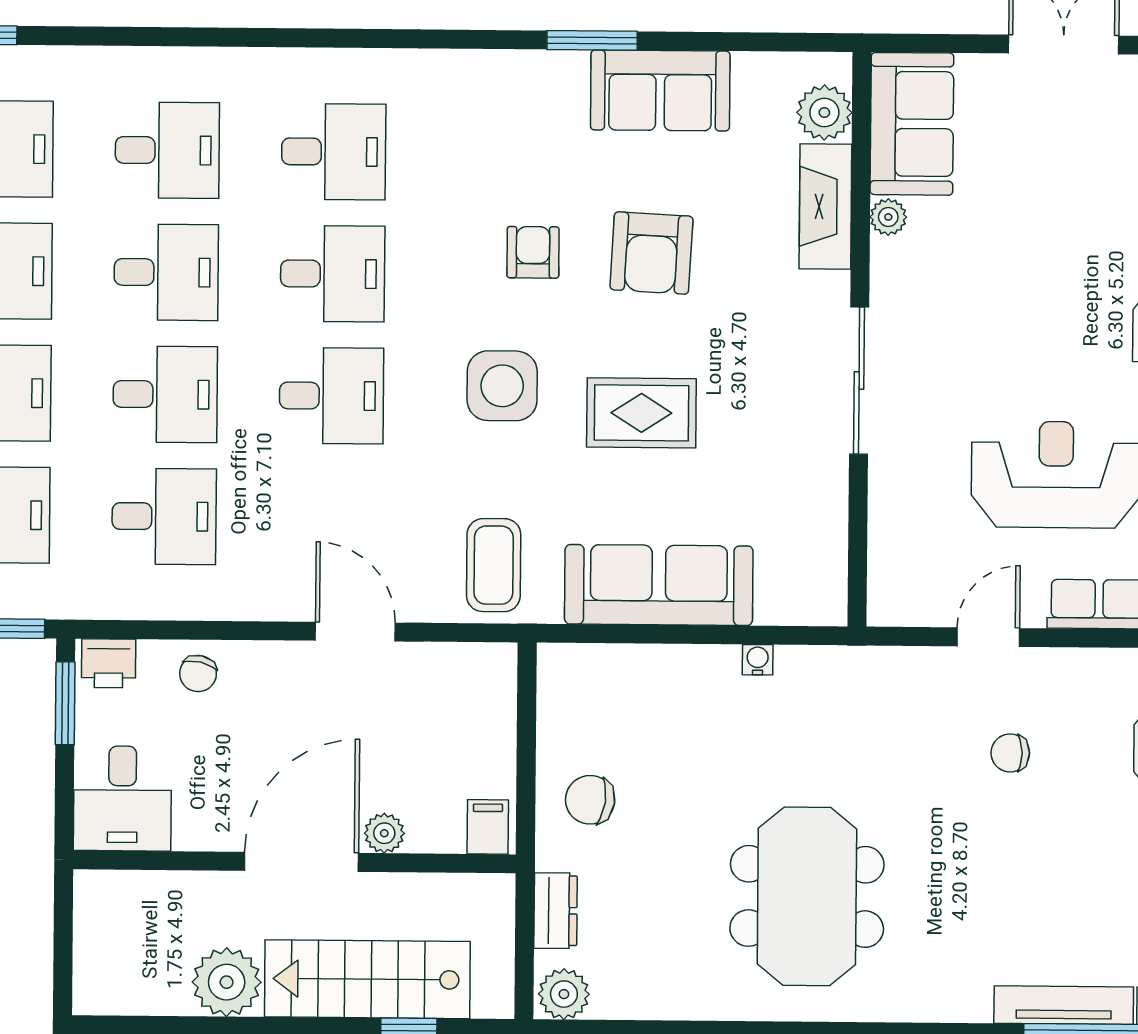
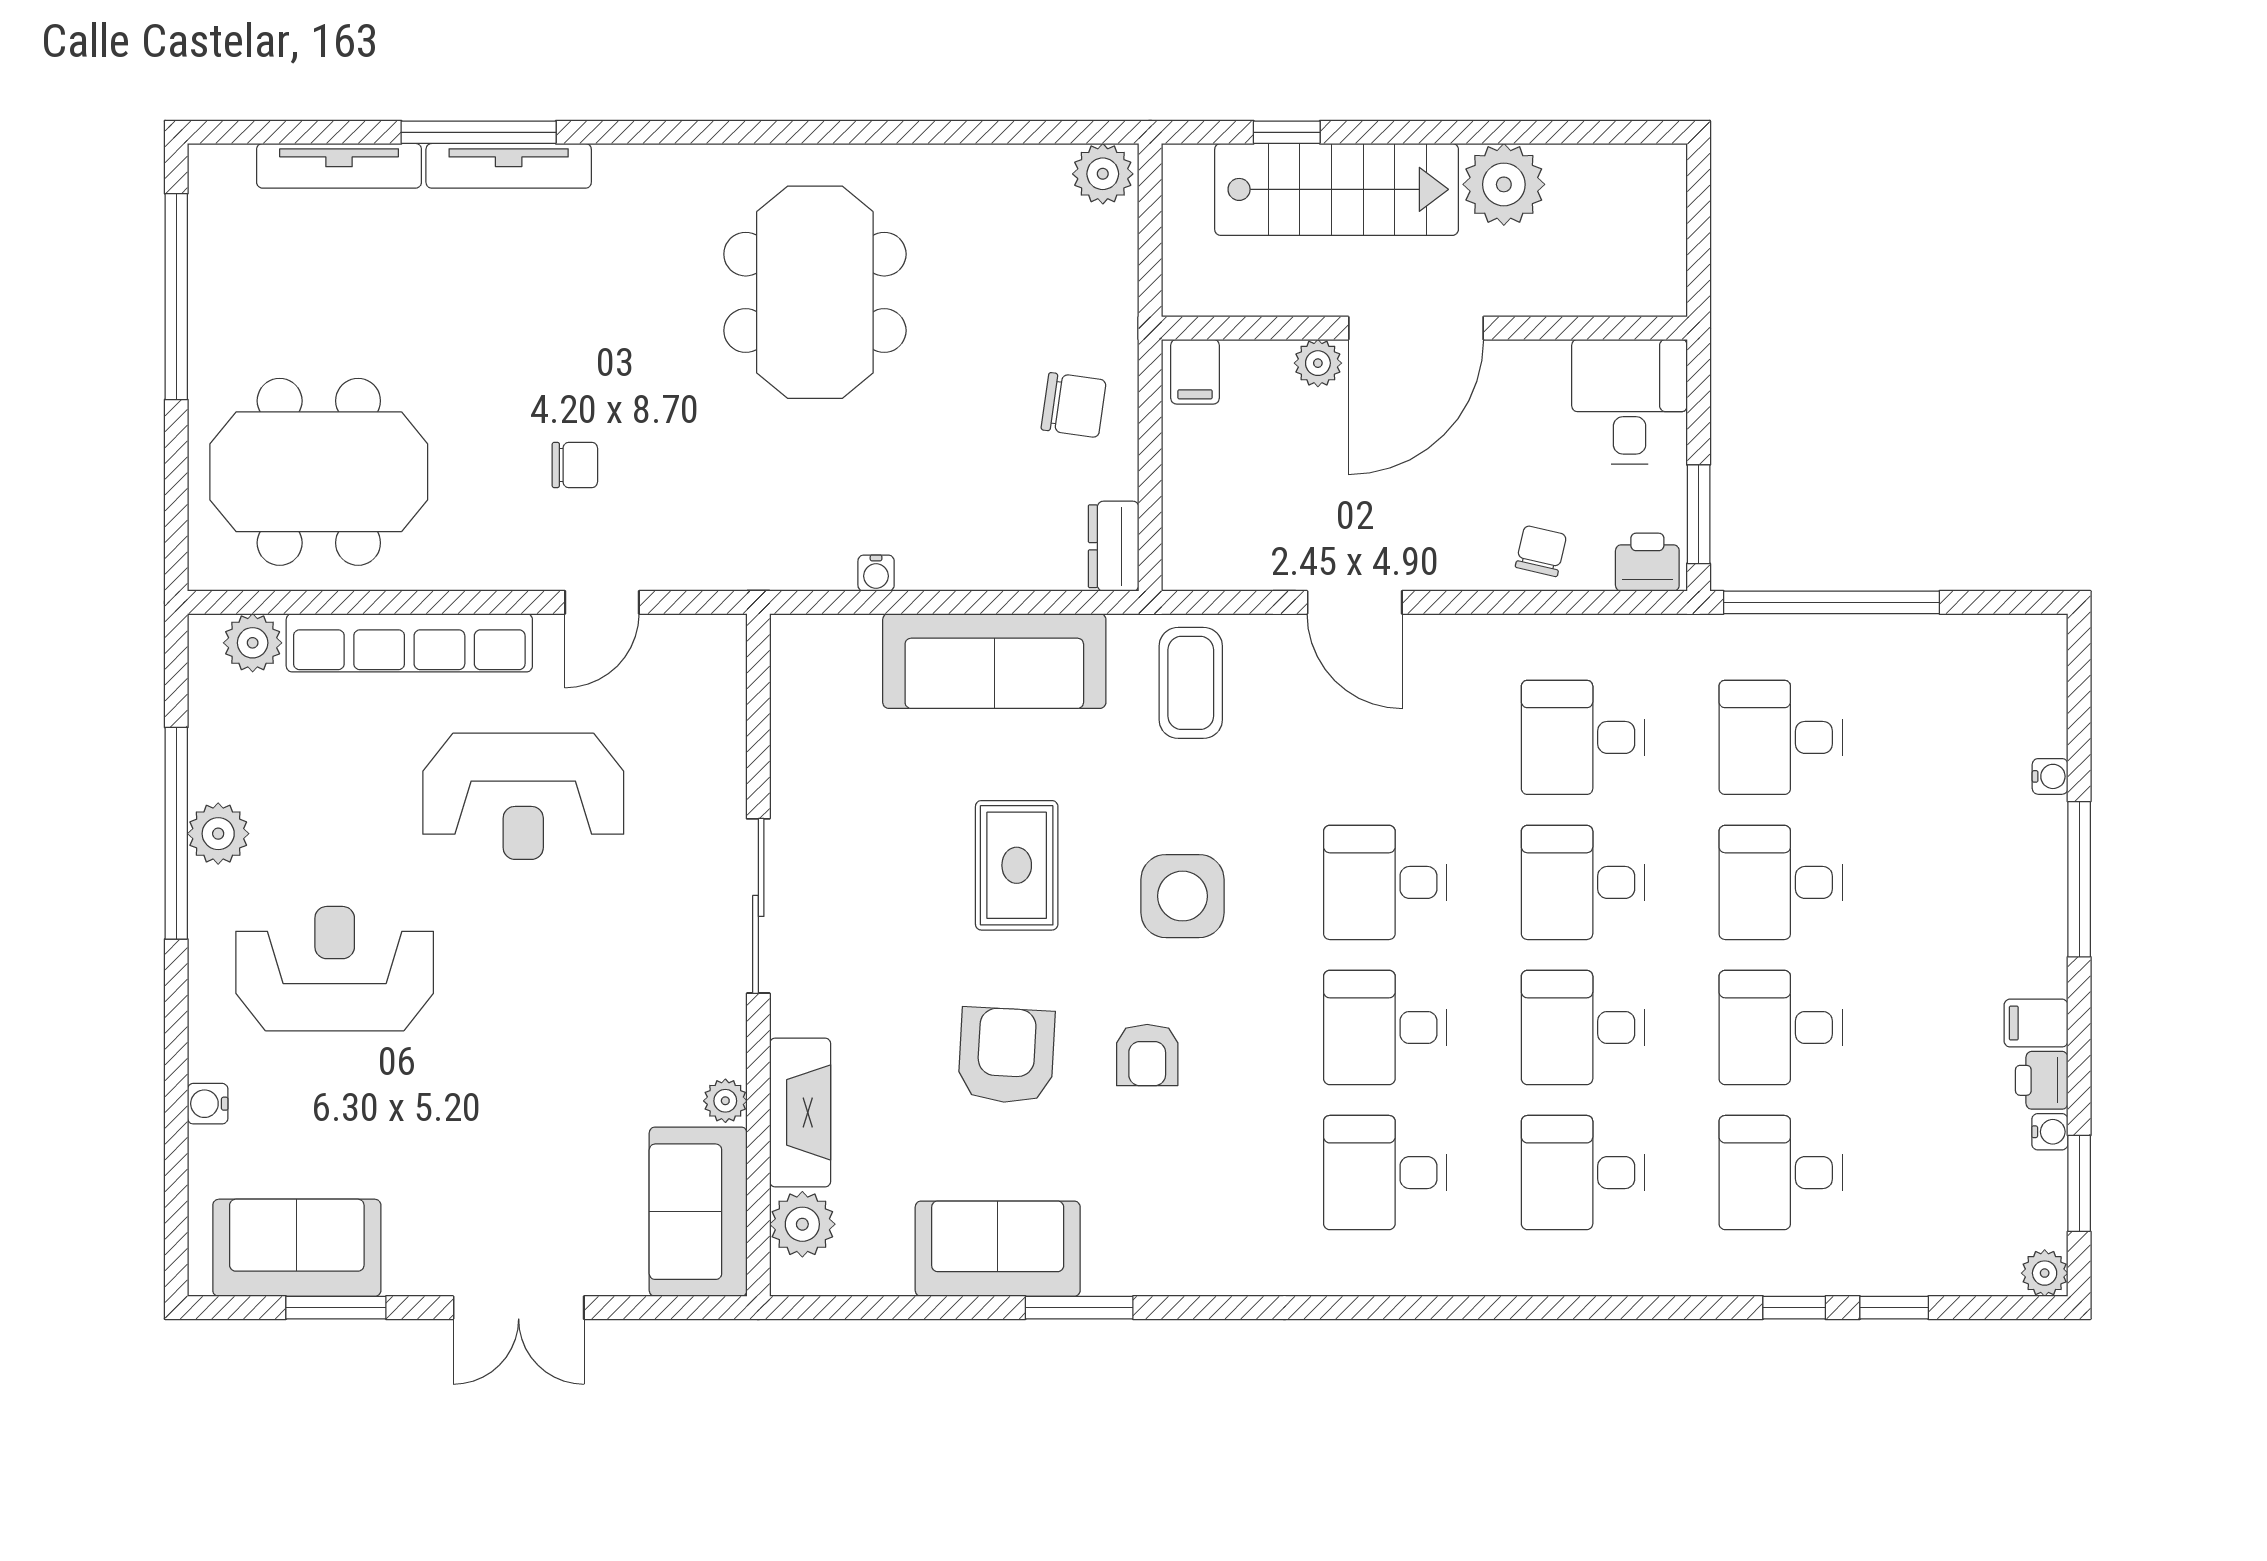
rug: (641, 413) -> (1017, 865), turned 90
dresser: (556, 911) -> (1114, 546), moved

